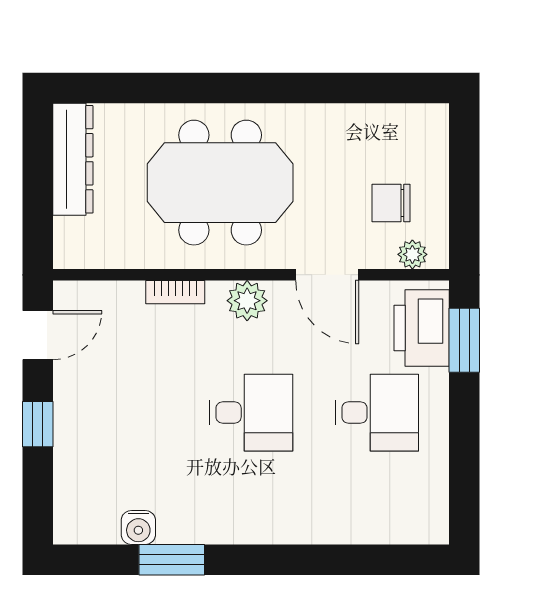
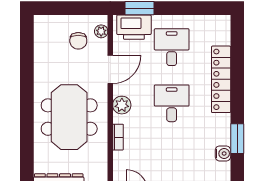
locker: (305, 523) -> (221, 79), added

